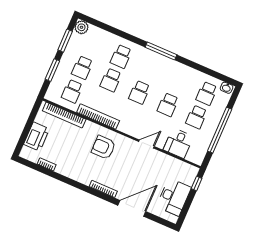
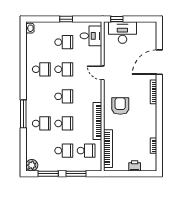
window: (161, 51) -> (23, 114), moved
school desk: (207, 93) -> (41, 69), moved
window: (220, 130) -> (66, 19), width x0.32
printer: (37, 137) -> (135, 166), width x0.53, depth x0.68
desk: (178, 143) -> (91, 36), moved
armchair: (103, 147) -> (120, 106), turned 180
desk: (174, 197) -> (122, 33), moved
door: (132, 208) -> (159, 62), hinge flipped

